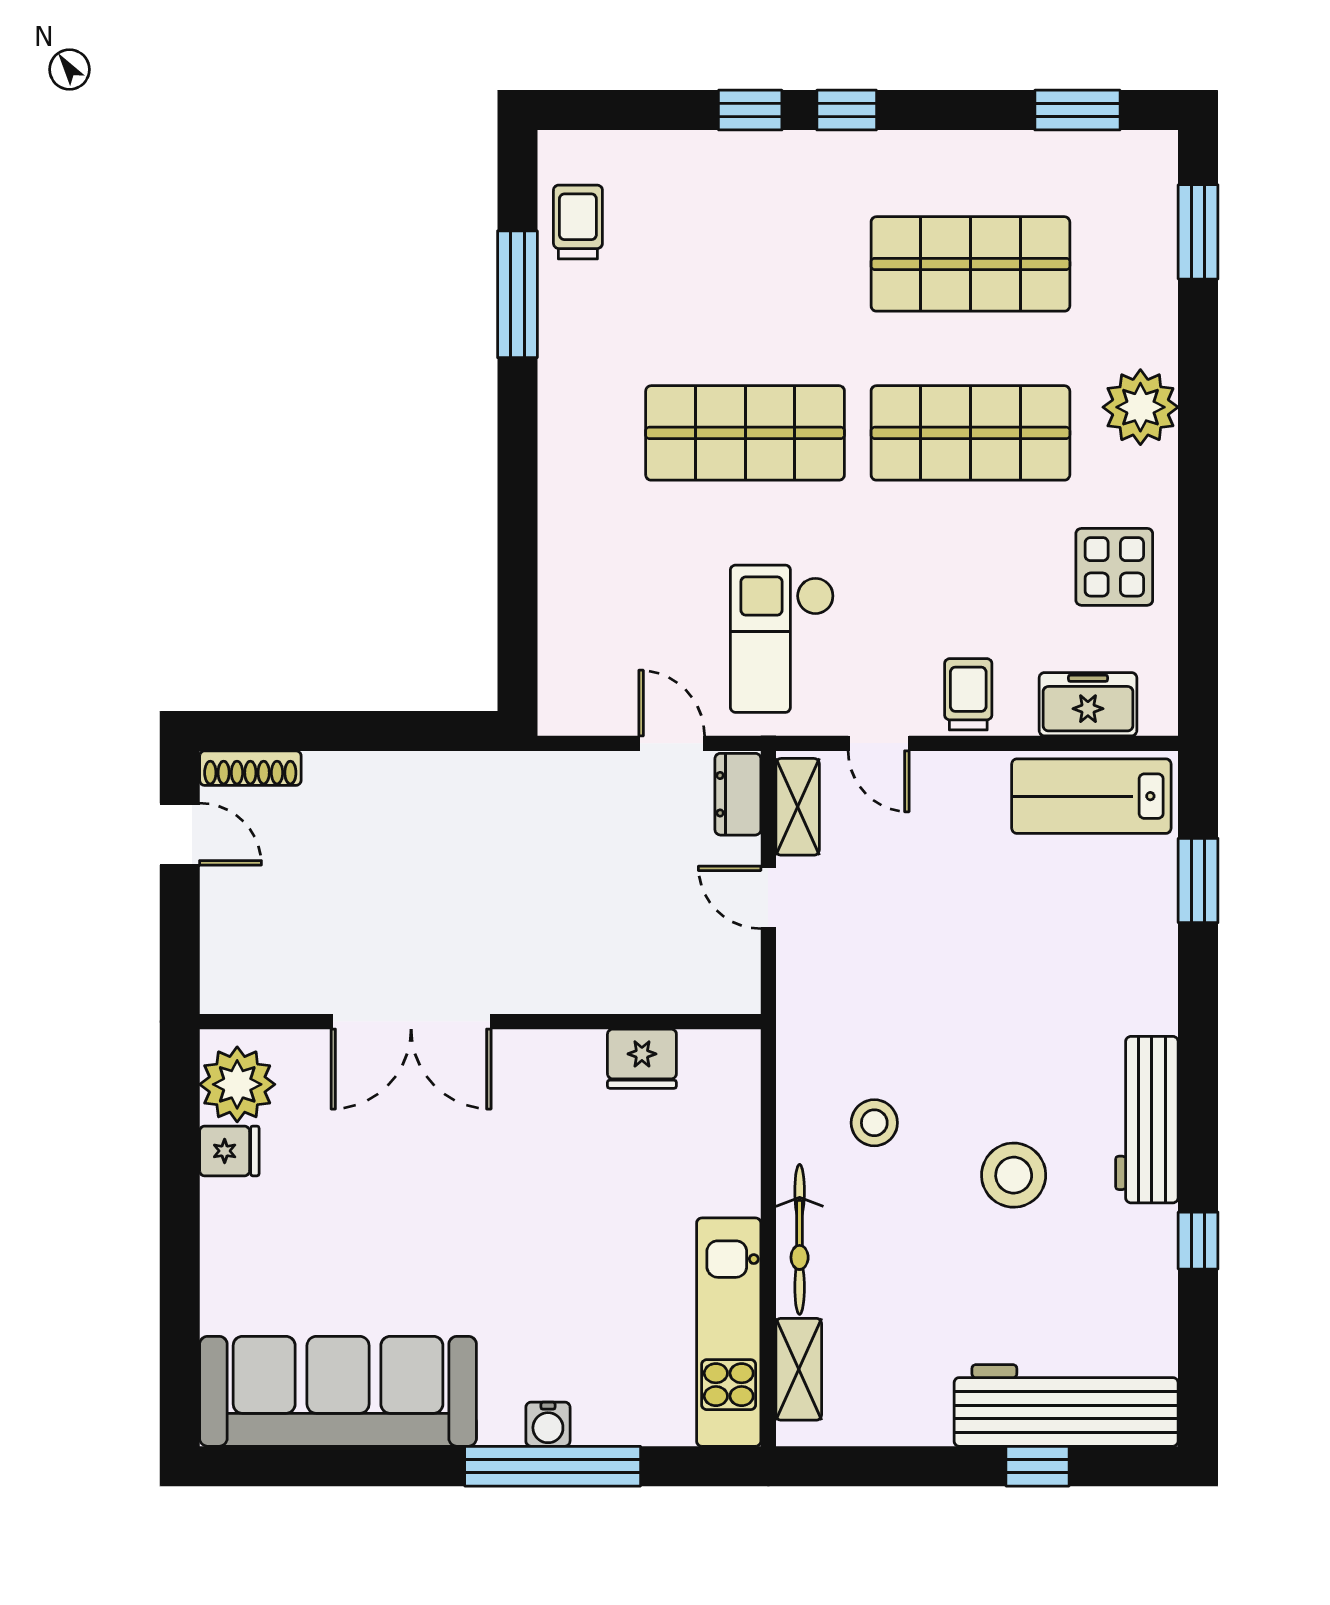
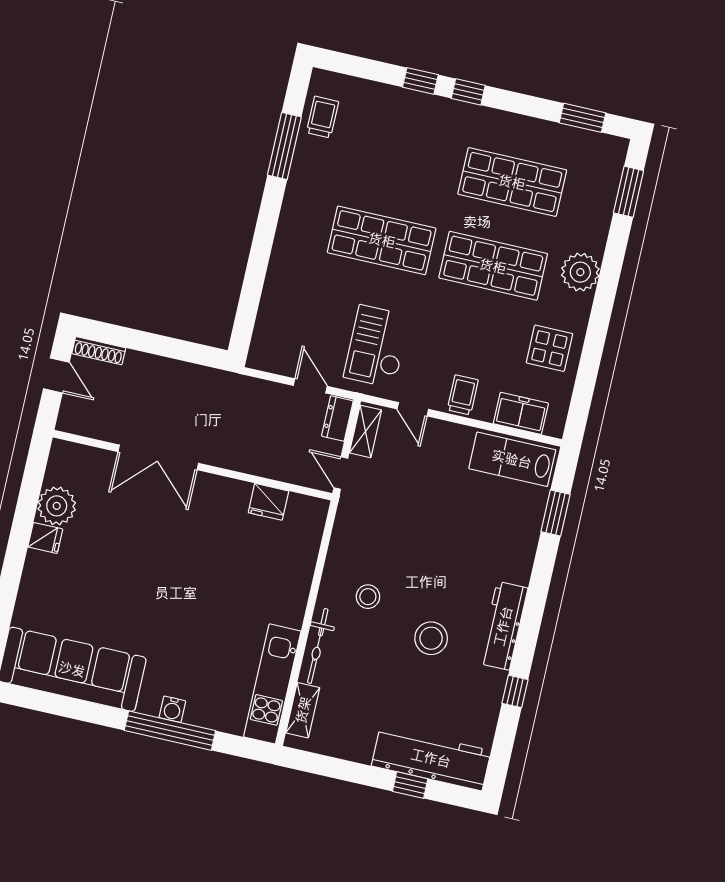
double door: (411, 1022) -> (158, 457), moved
wall: (480, 1022) -> (193, 465), moved
fridge: (642, 1059) -> (268, 502), moved

